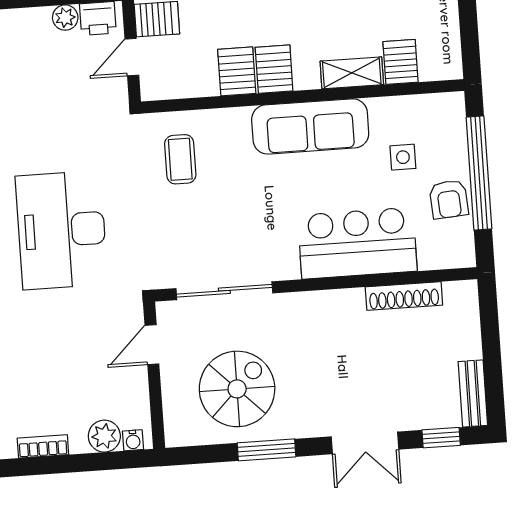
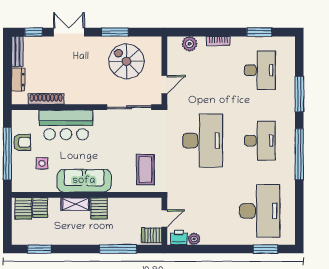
server rack: (237, 71) -> (23, 208), moved
shelving: (352, 73) -> (75, 204), moved
coffee table: (180, 159) -> (145, 170), width x1.36, depth x1.30
armchair: (449, 199) -> (22, 142), turned 94
dresser: (467, 333) -> (18, 80), added
spiral stairs: (237, 389) -> (126, 61), turned 90
water cooler: (133, 440) -> (176, 41), removed

